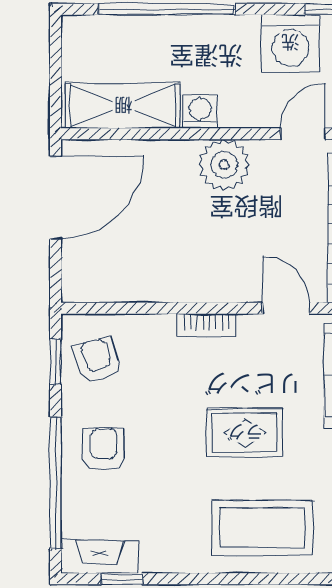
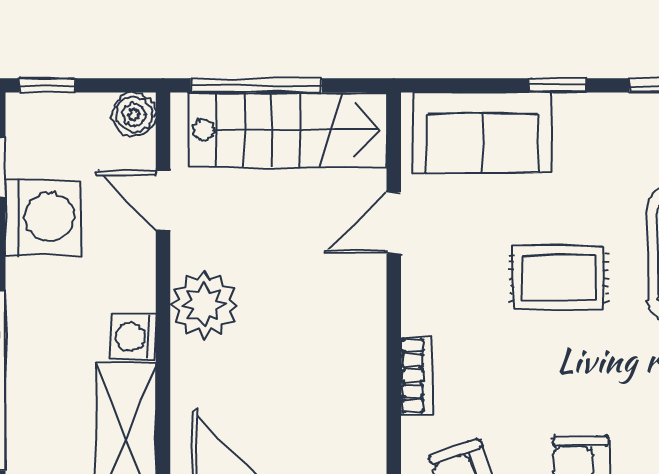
bookcase: (206, 325) -> (416, 376), moved
rug: (245, 433) -> (558, 278), turned 90

